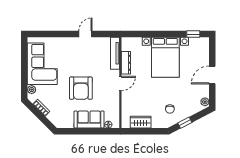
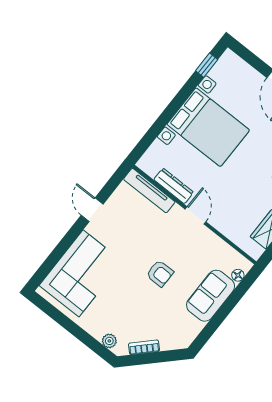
corner sofa: (42, 64) -> (81, 273), moved, turned 90
armchair: (81, 88) -> (160, 273), width x0.53, depth x0.53

